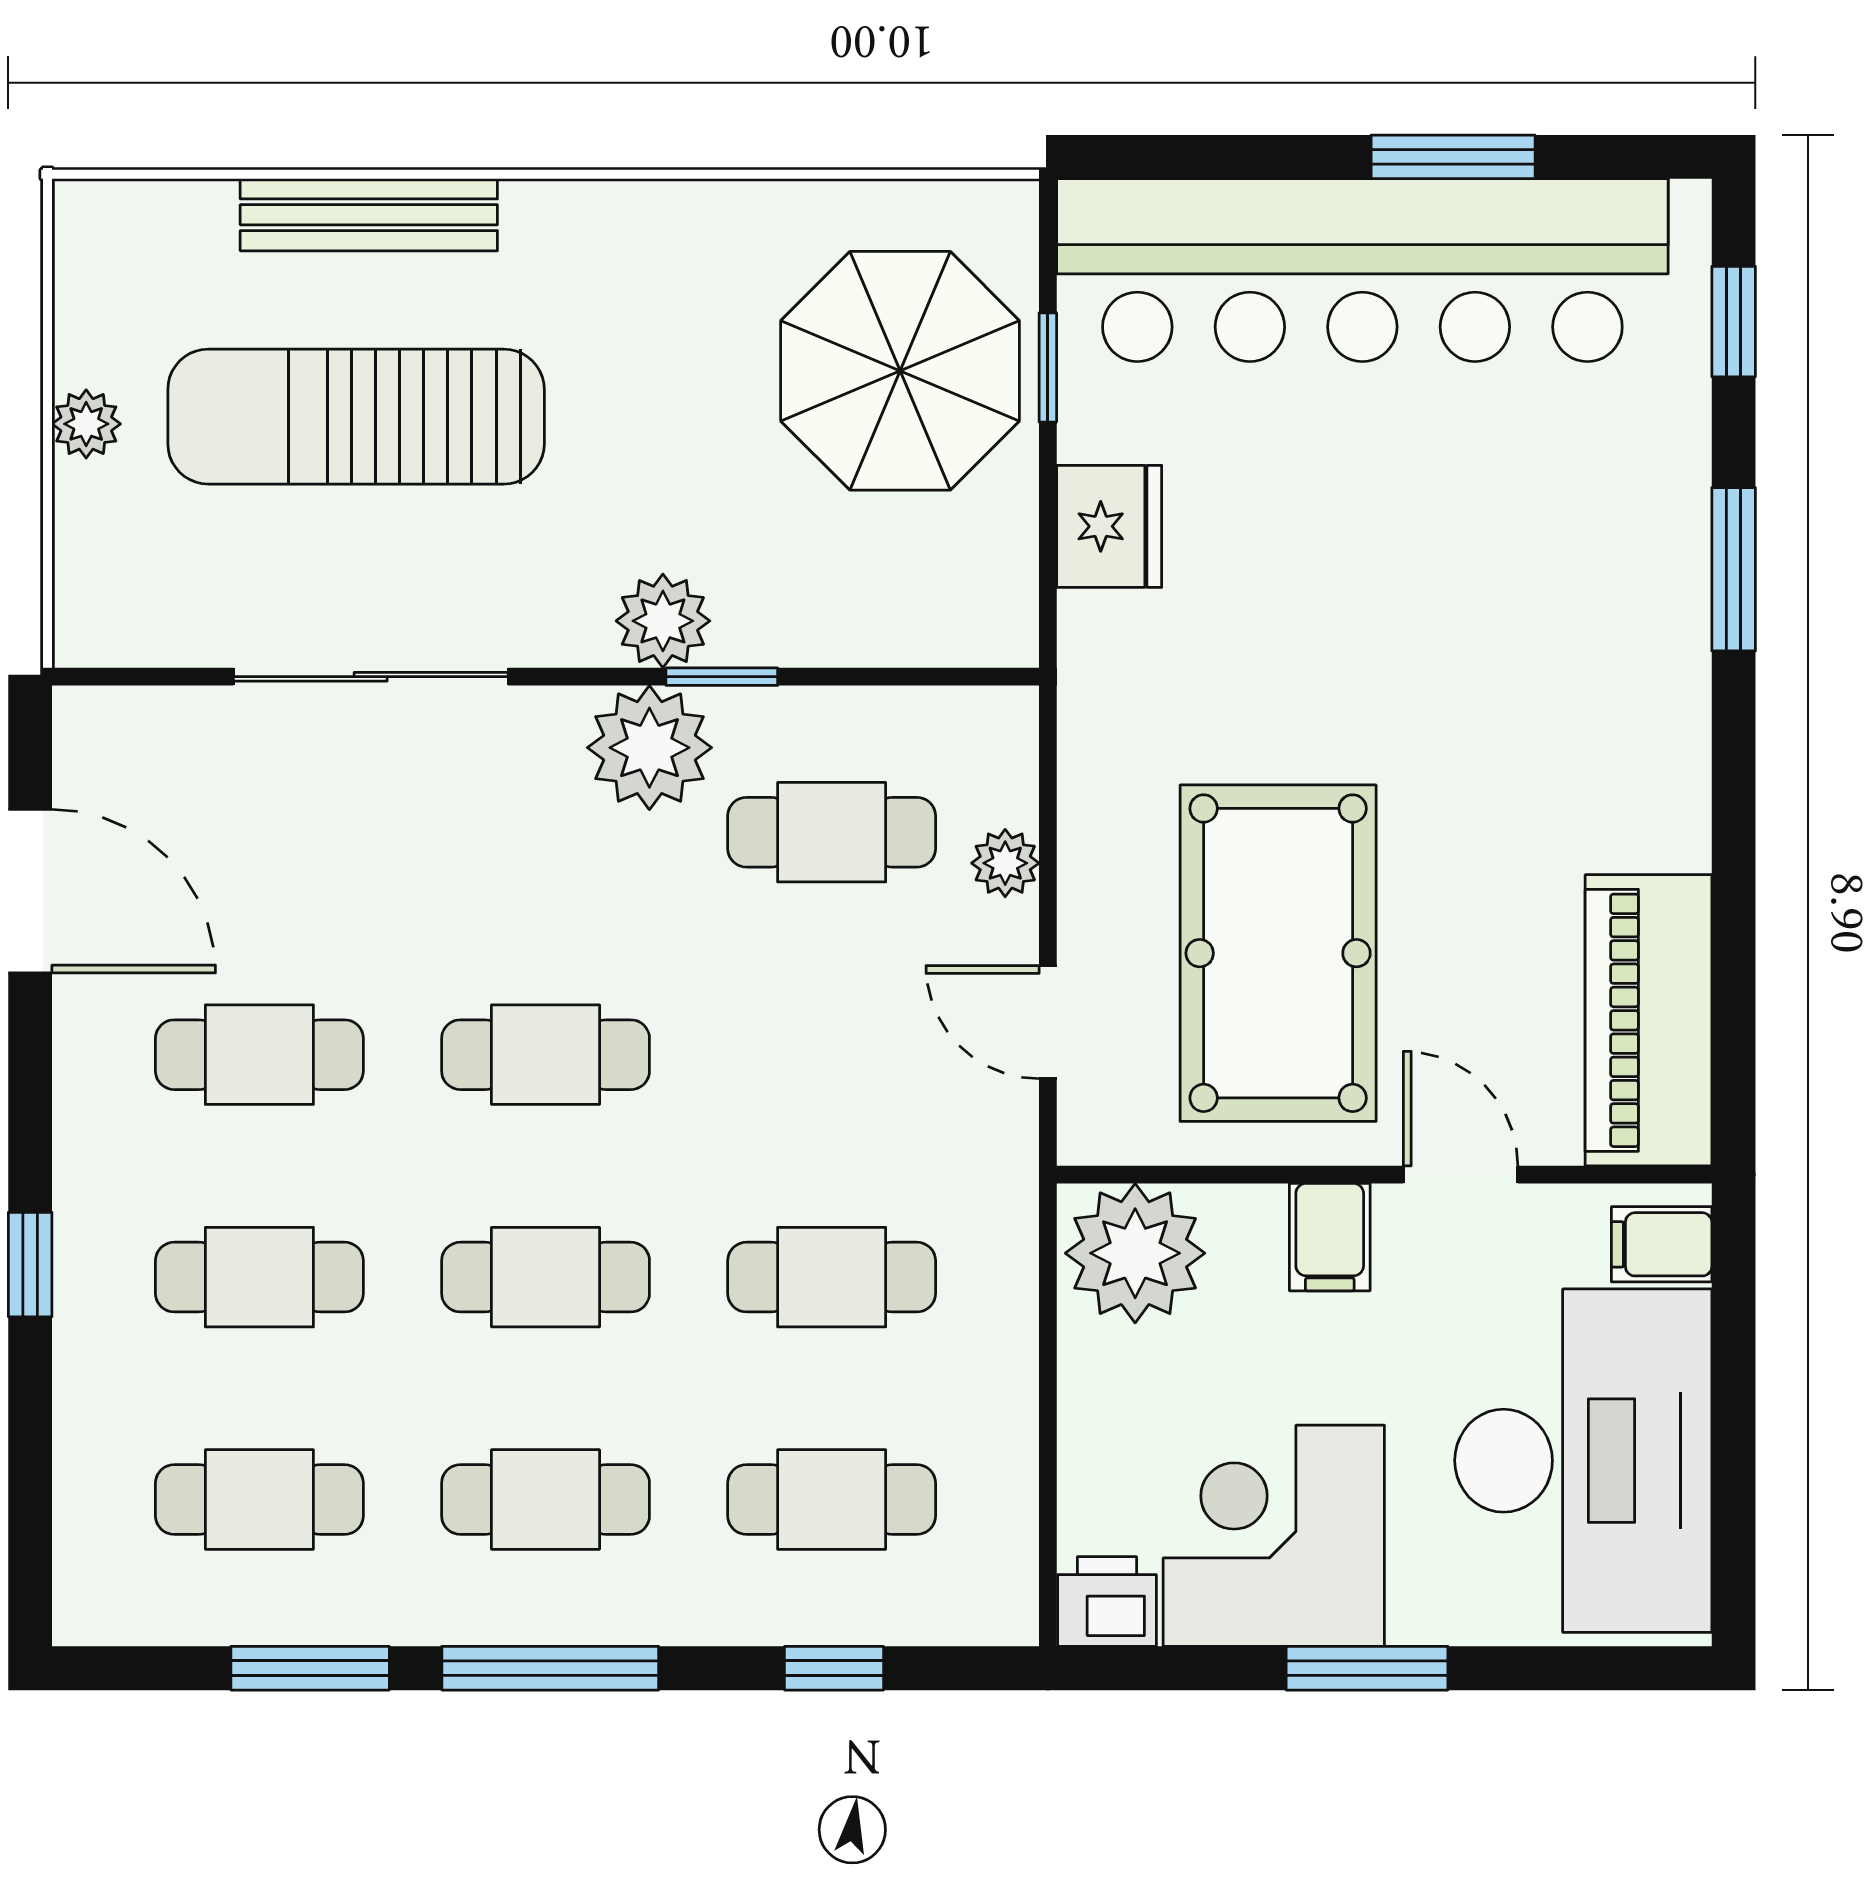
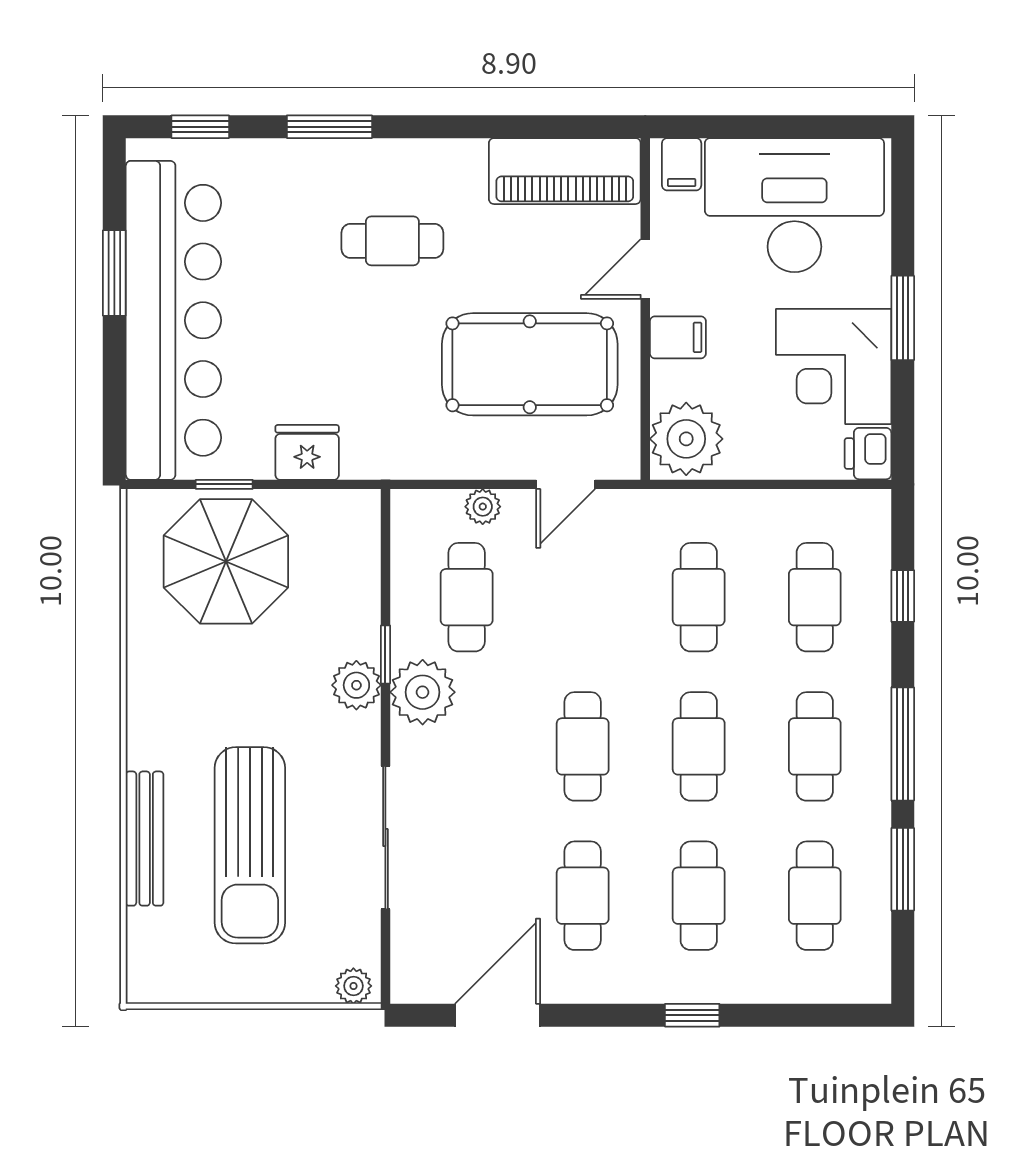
plant: (86, 424) -> (353, 986), moved
cafe table: (1515, 690) -> (392, 241), added

